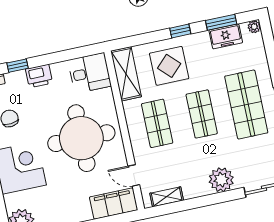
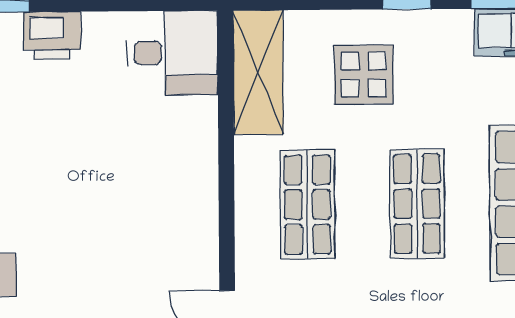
display table: (169, 66) -> (364, 75), width x0.73, depth x0.73
round table: (81, 138) -> (122, 203), removed

